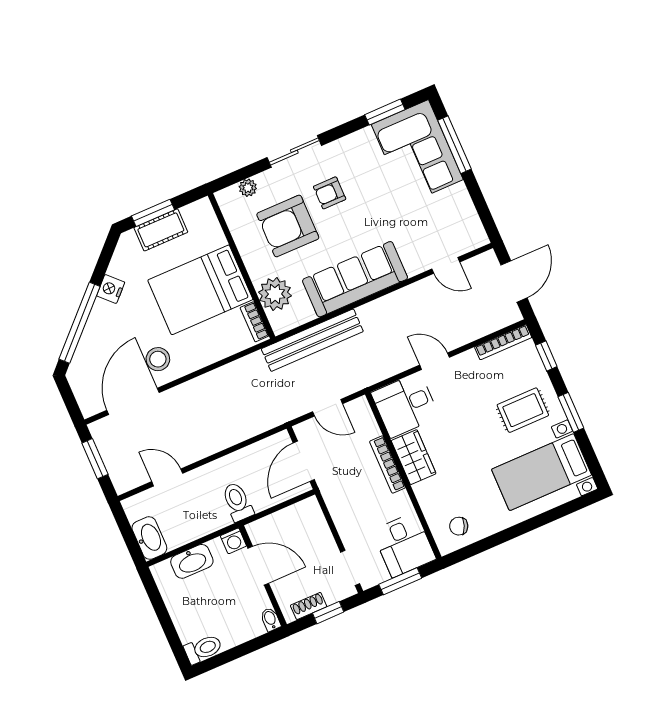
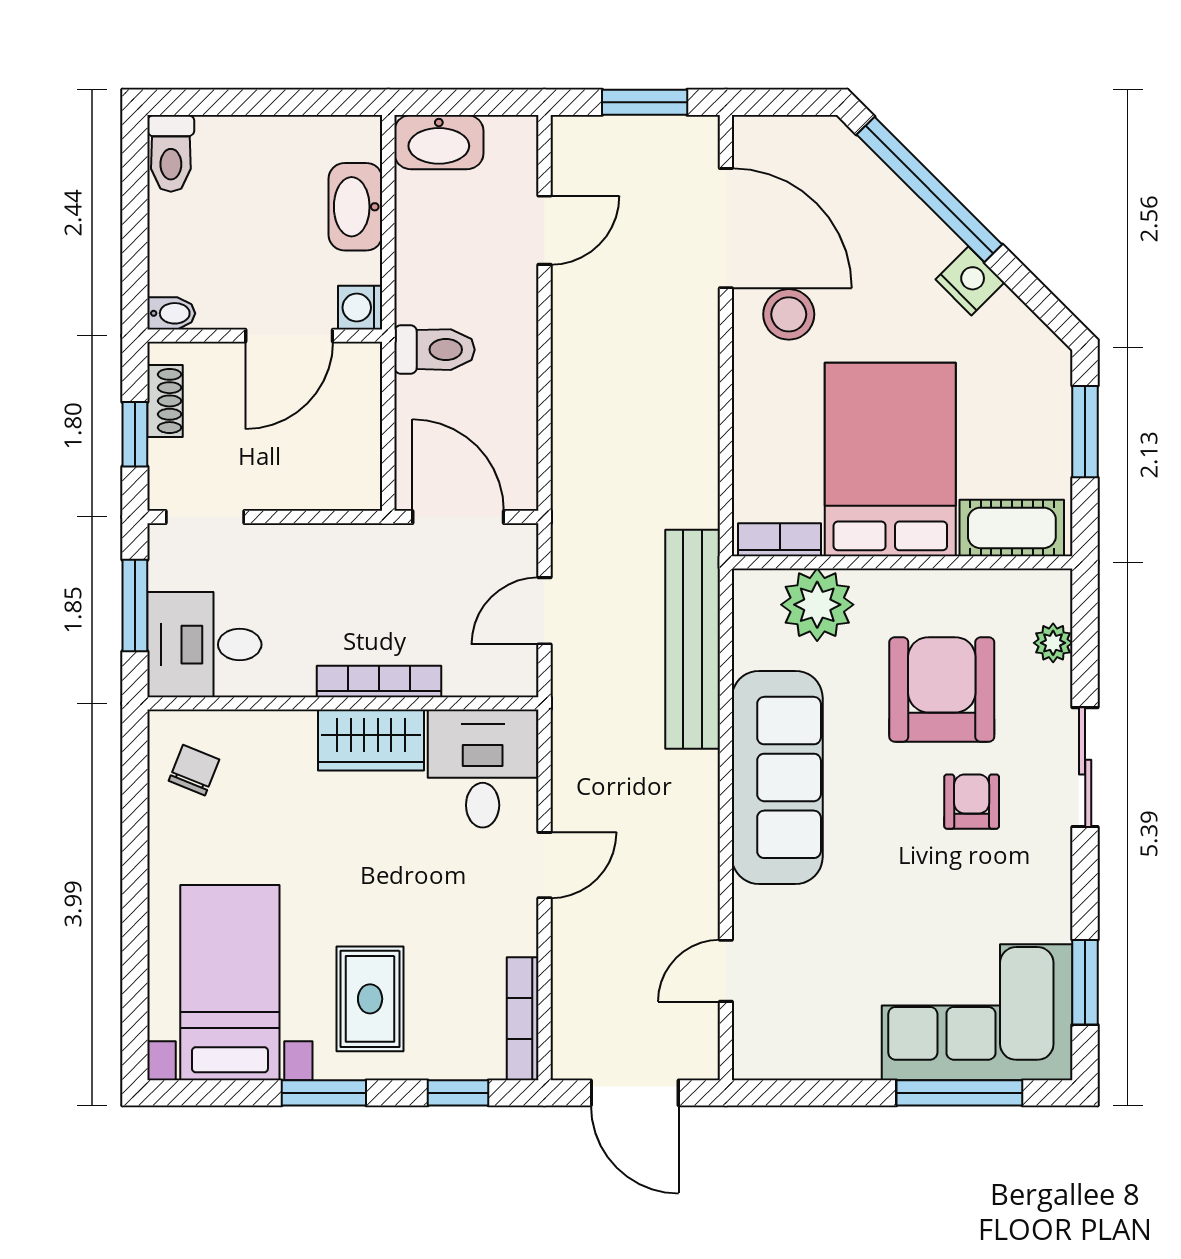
cot: (161, 230) -> (1012, 528), moved, turned 90

